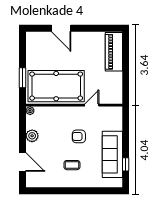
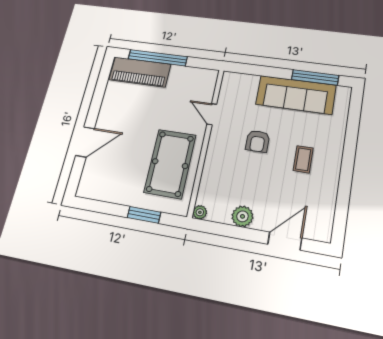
window: (126, 61) -> (158, 58), added
pool table: (56, 86) -> (170, 164), width x0.73, depth x0.76
window: (126, 164) -> (315, 77), width x2.17

